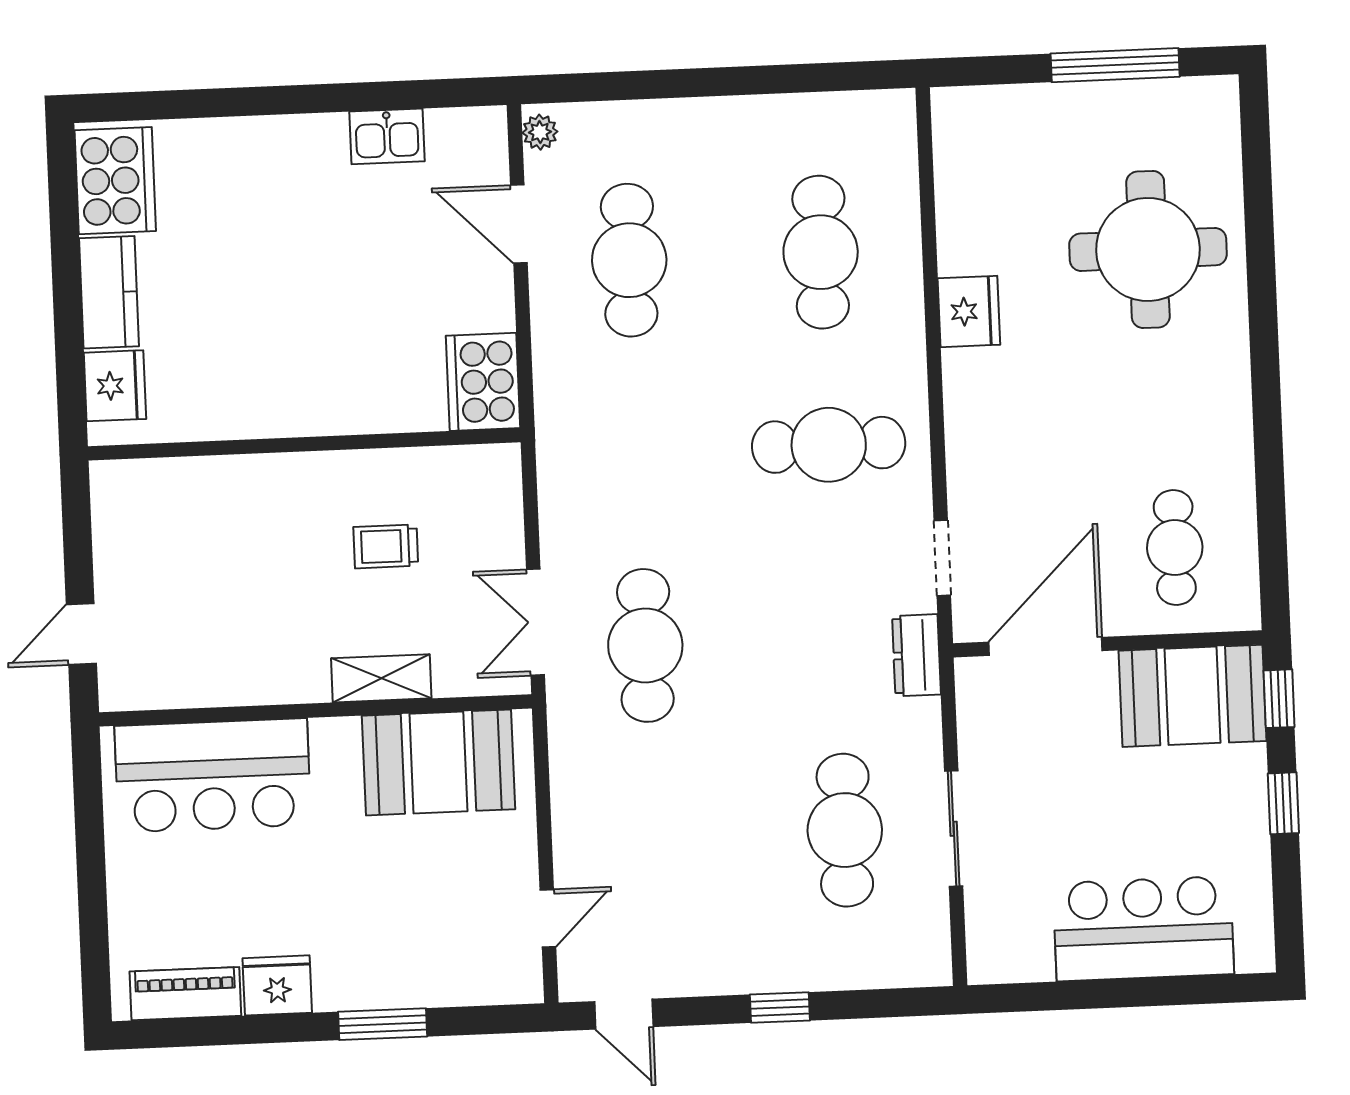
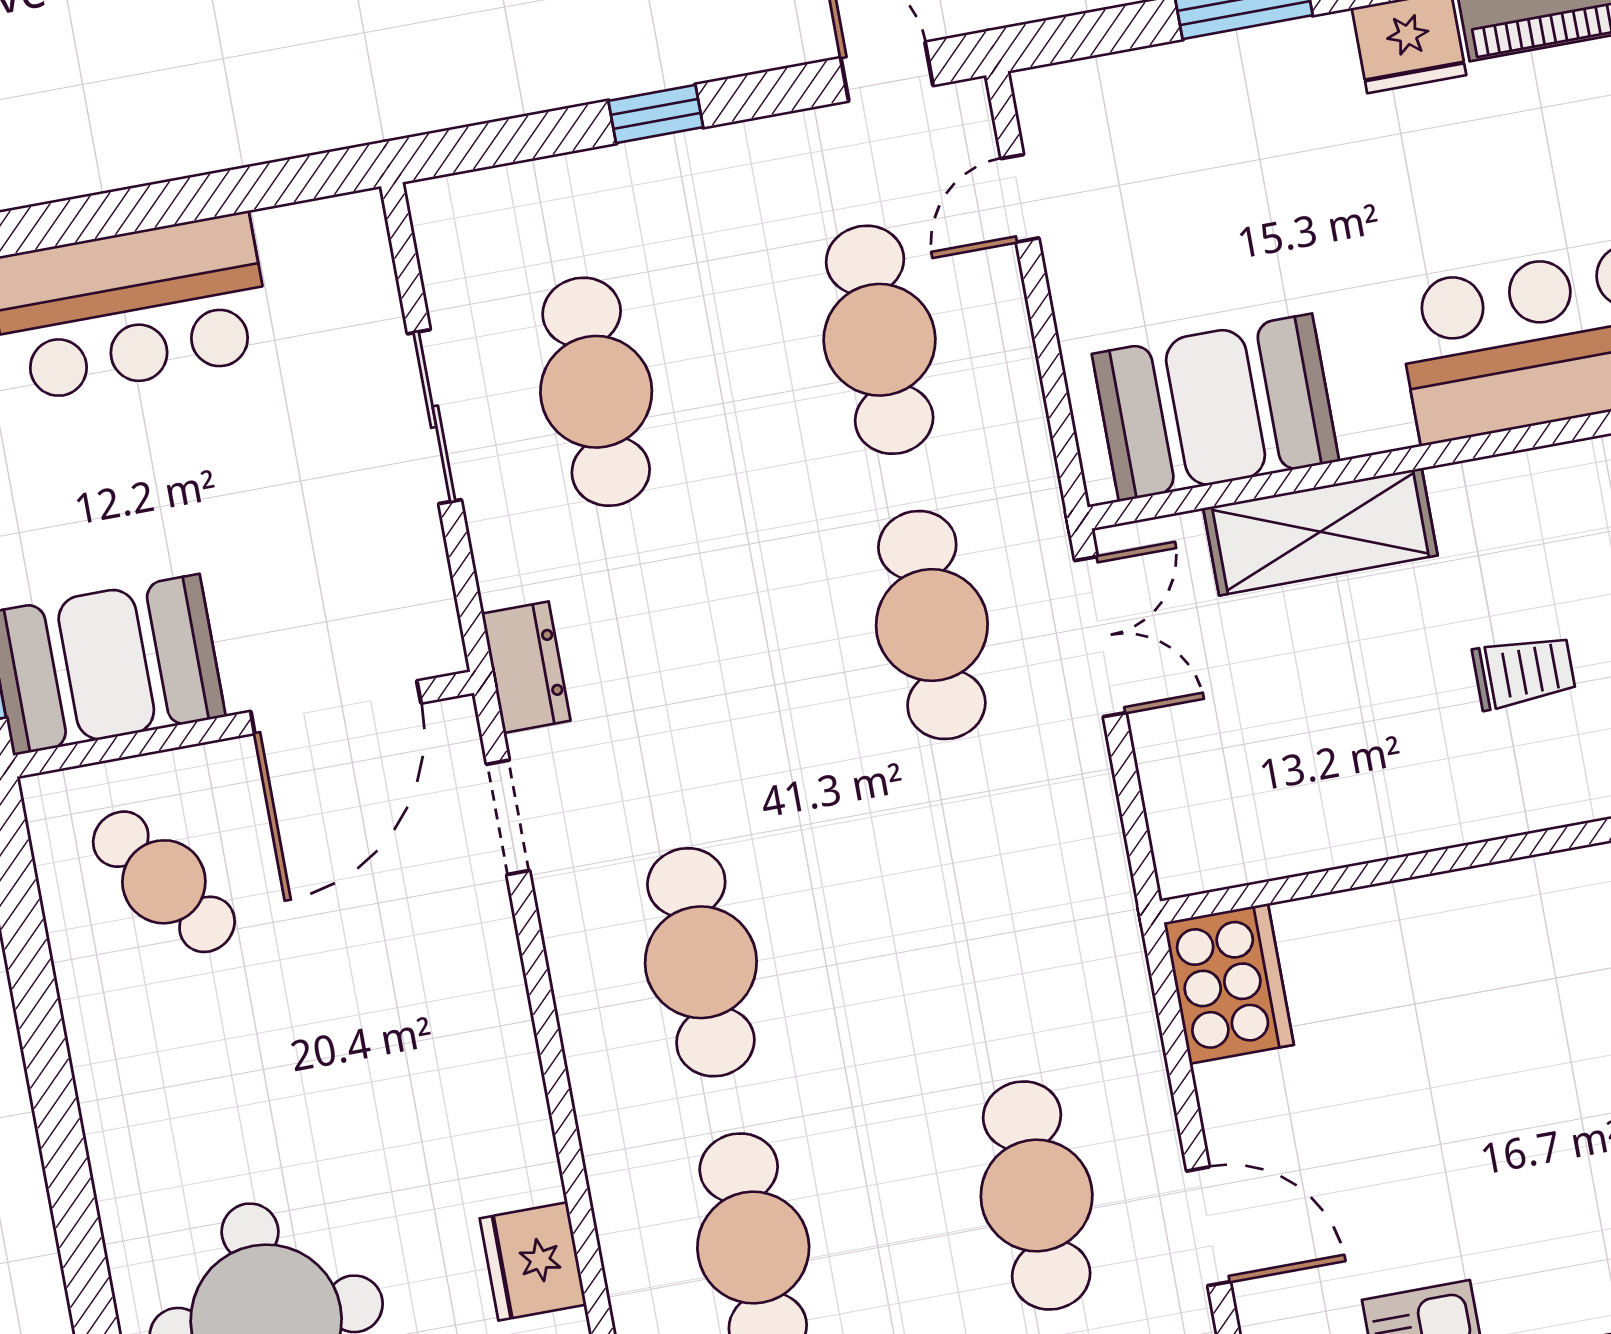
fridge: (969, 312) -> (533, 1261), moved
cafe table: (829, 445) -> (701, 962), turned 90
trolley: (386, 546) -> (1524, 672), moved
cafe table: (1175, 547) -> (164, 882), turned -35
shelving: (381, 678) -> (1320, 532), width x1.50, depth x1.33
cafe table: (653, 838) -> (880, 340), added

